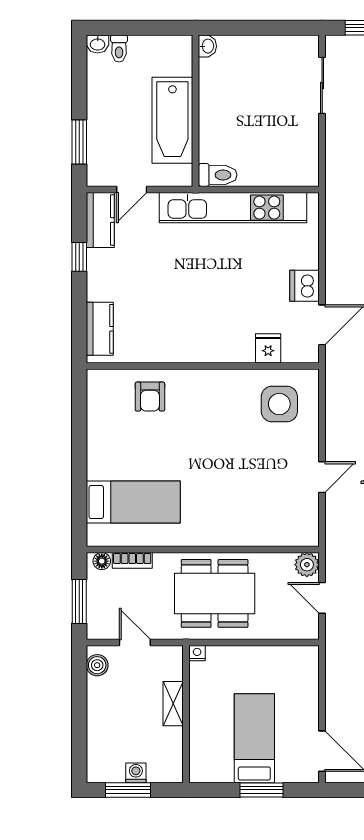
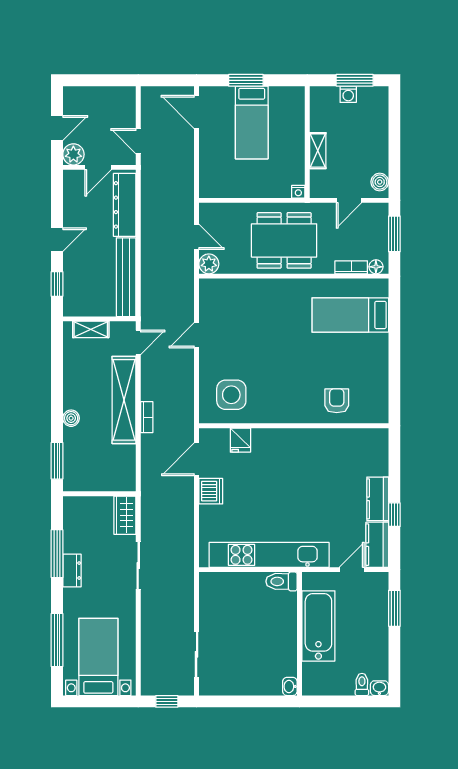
kitchen counter: (100, 329) -> (378, 499), moved
door: (135, 643) -> (349, 200), hinge flipped

